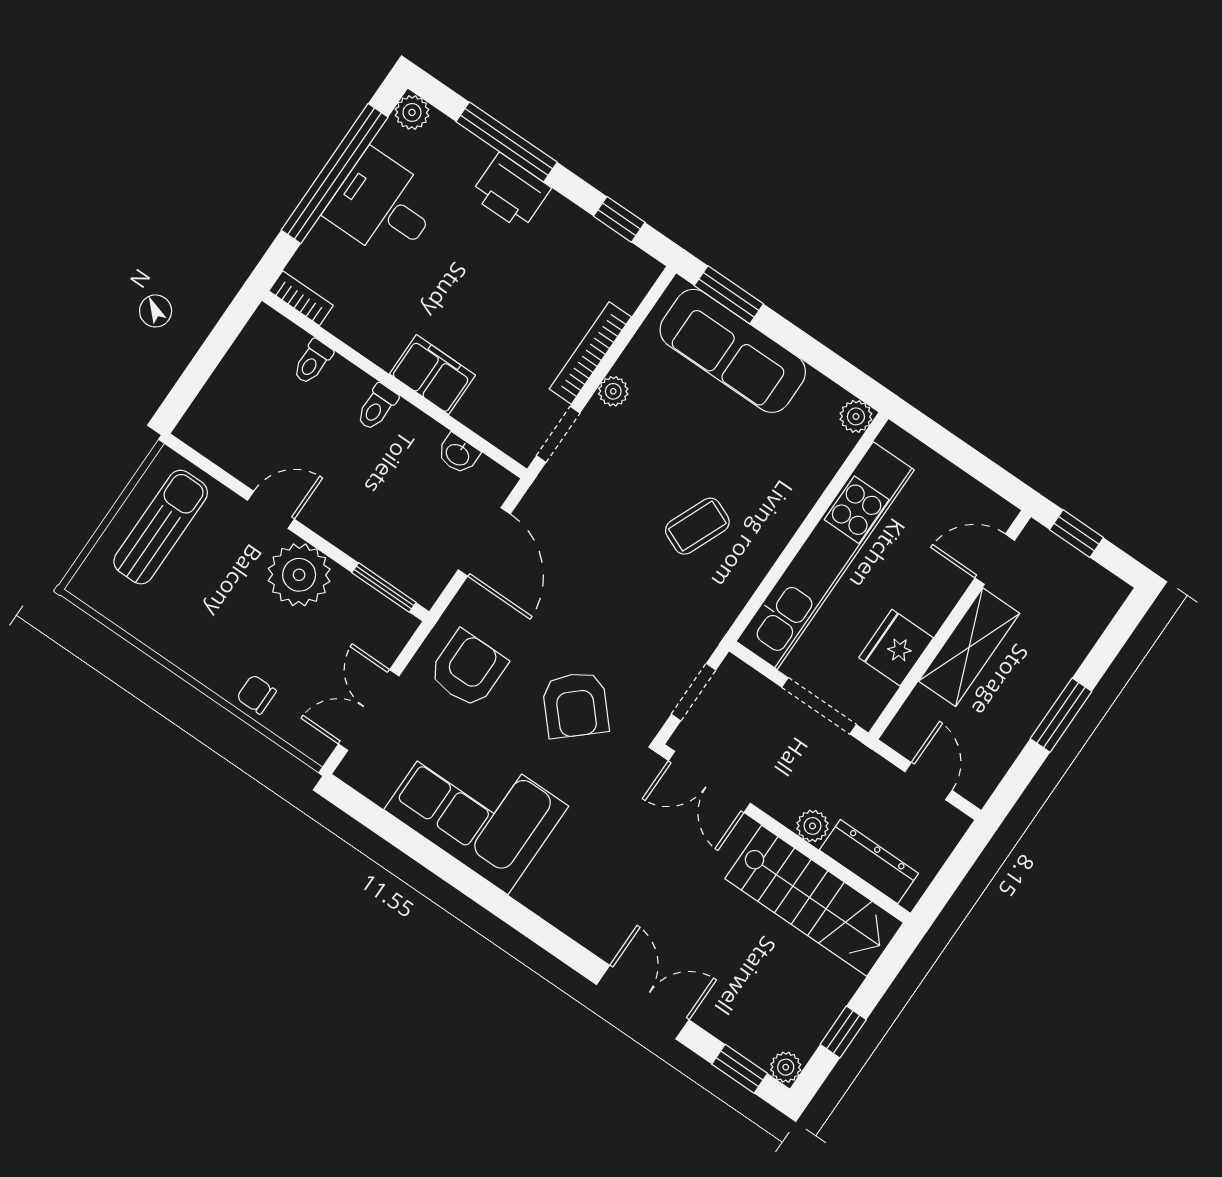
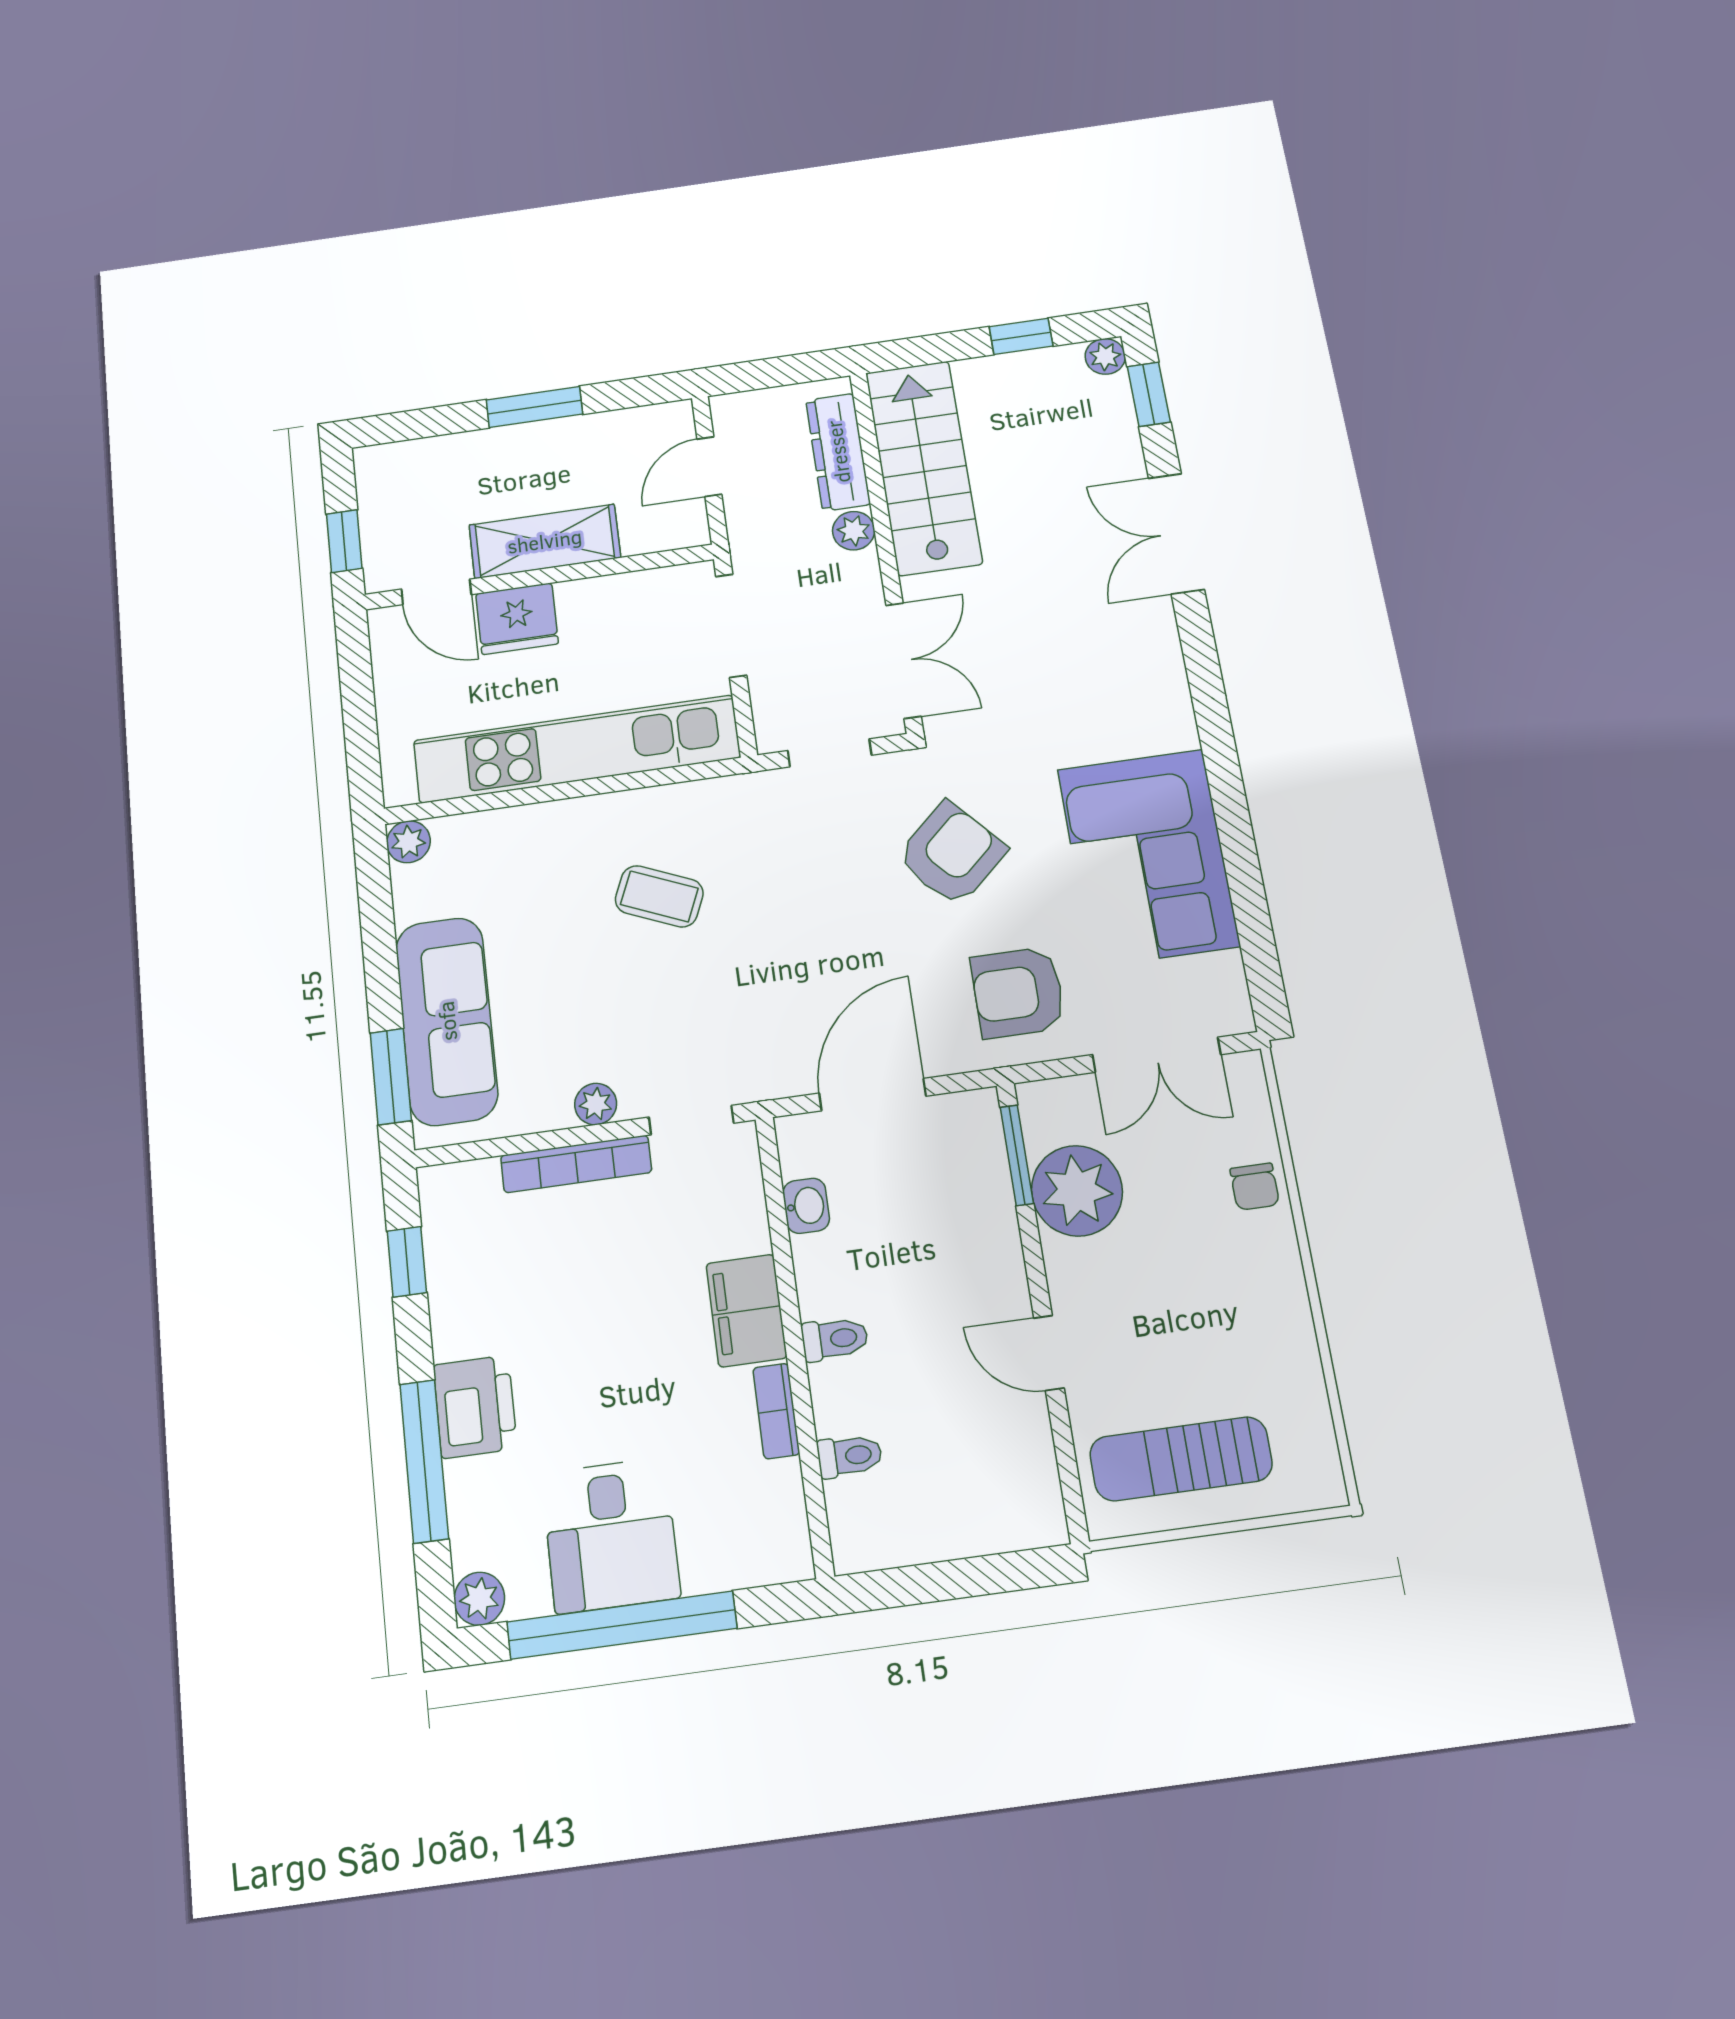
bookcase: (301, 298) -> (776, 1411), moved
plant: (299, 575) -> (1077, 1191), moved
fridge: (896, 648) -> (517, 619), moved

